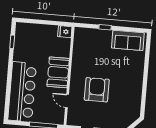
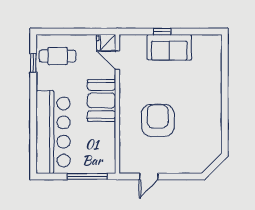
cafe table: (30, 38) -> (58, 56), added
sofa: (128, 40) -> (169, 47), moved
door: (67, 101) -> (117, 60), moved

